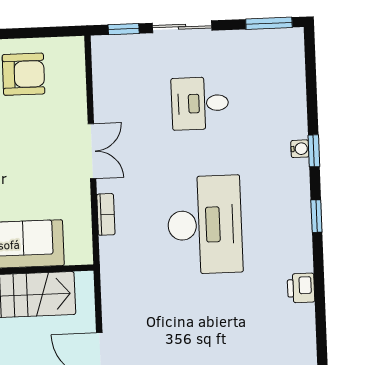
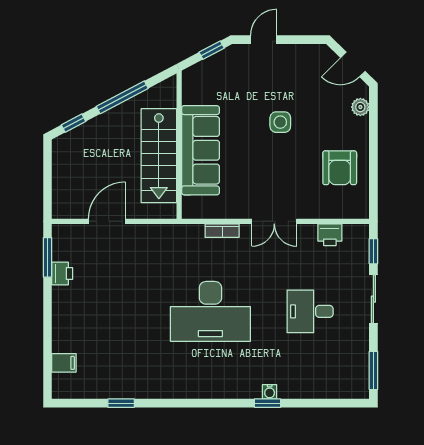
desk: (200, 103) -> (310, 311), turned -90
window: (316, 216) -> (121, 403), moved
printer: (301, 288) -> (330, 235), moved, turned 180

